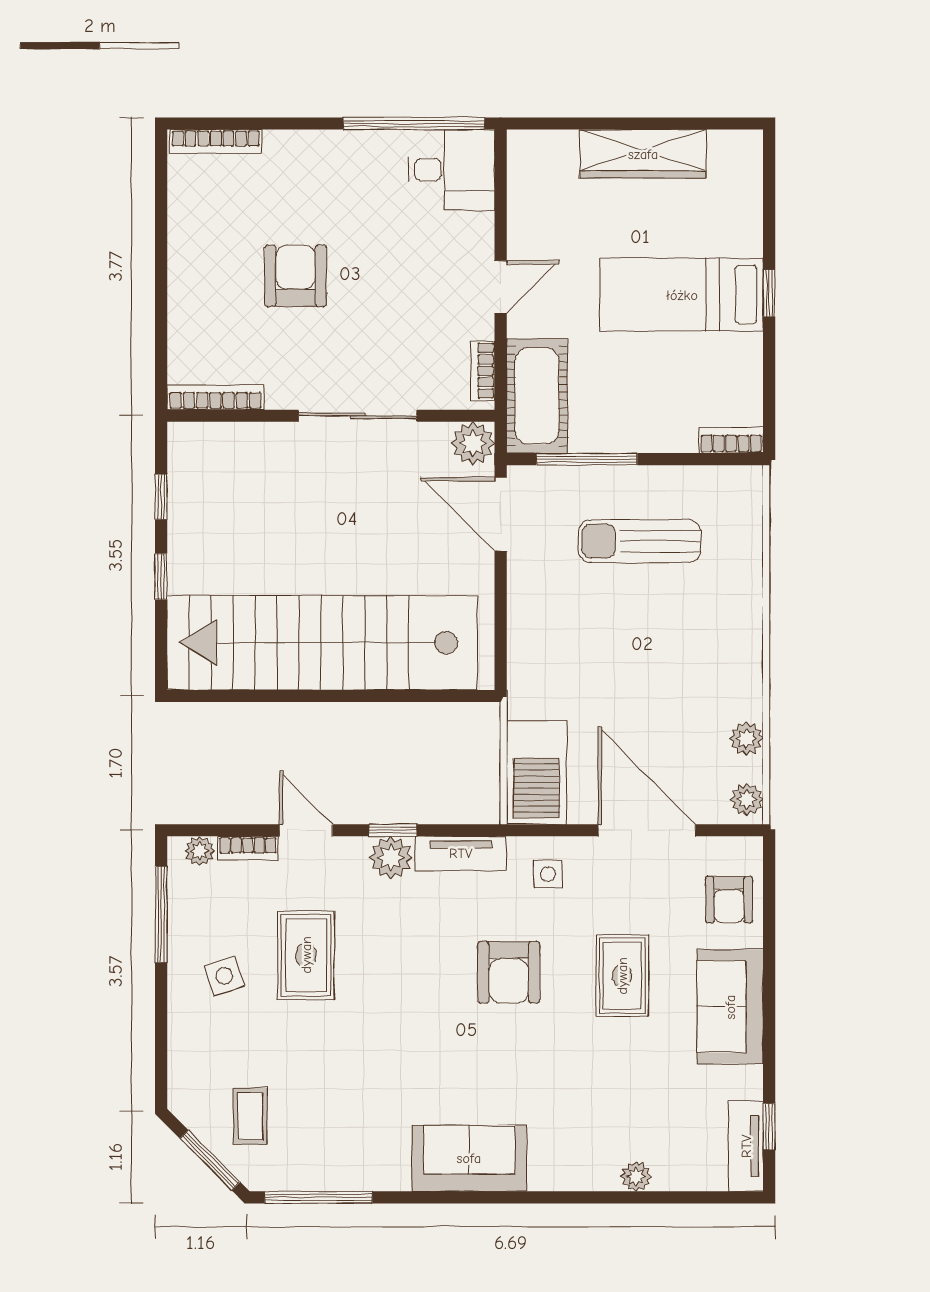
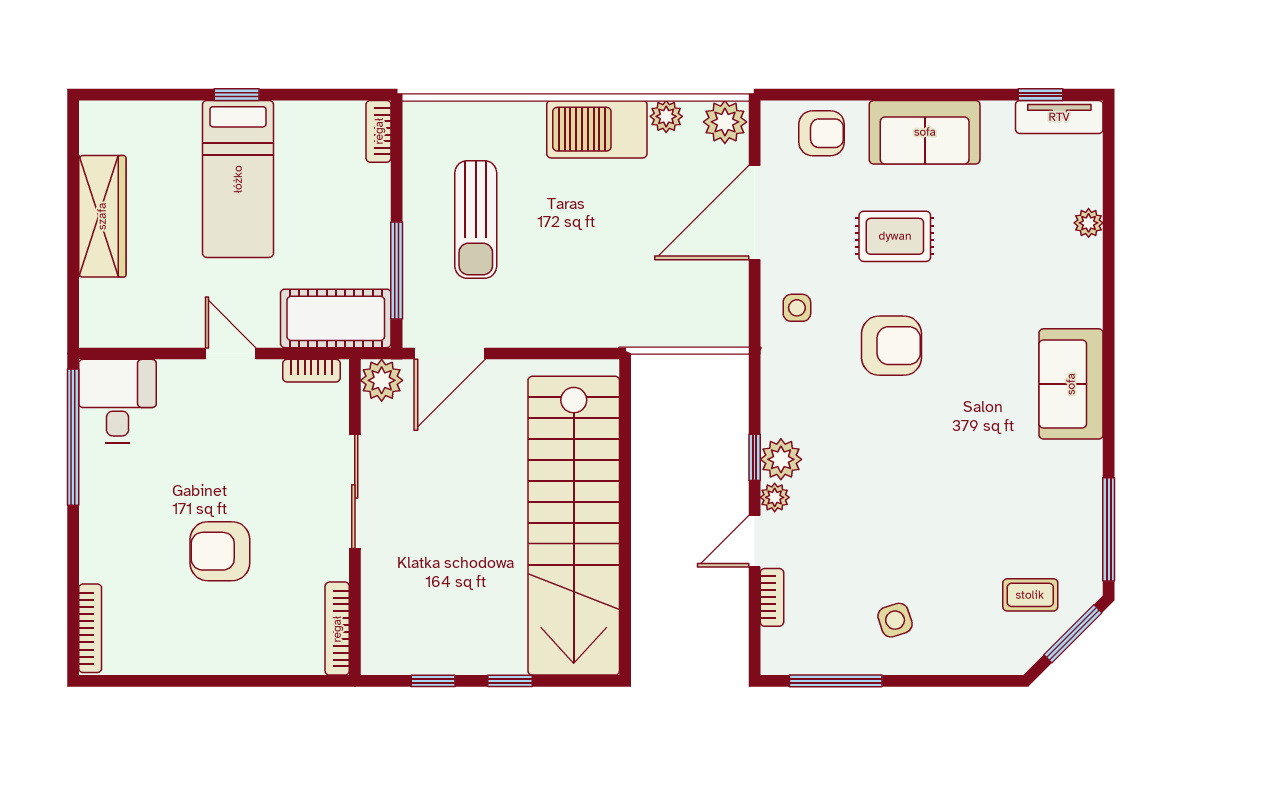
barbecue: (536, 772) -> (597, 129), moved, turned 180
plant: (747, 799) -> (725, 122), width x1.38, depth x1.38
plant: (200, 851) -> (775, 497), moved
tv unit: (461, 853) -> (777, 392), removed
rug: (306, 955) -> (875, 541), removed

